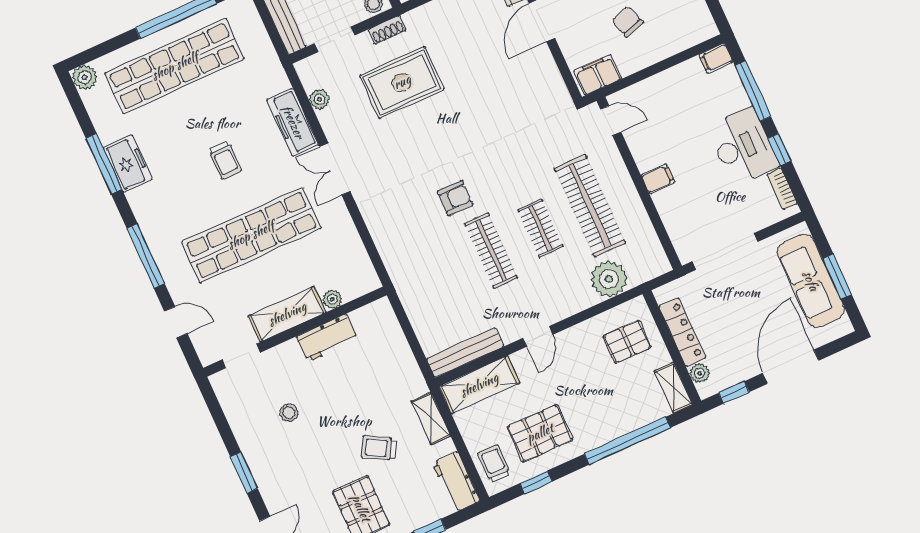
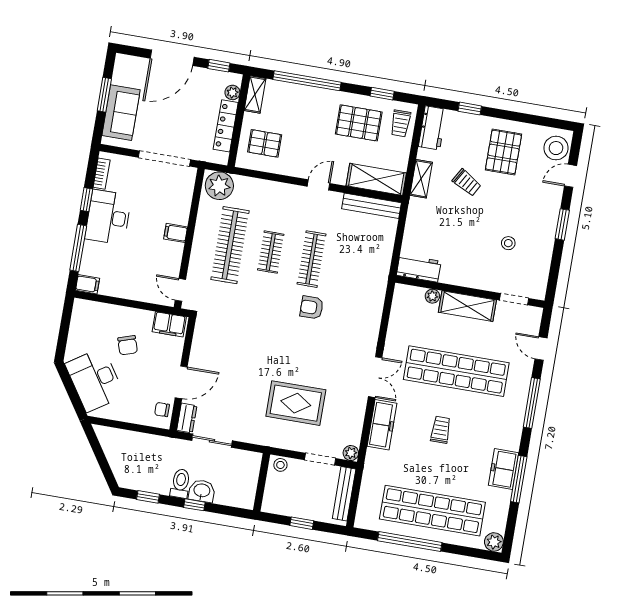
shoe rack: (387, 30) -> (283, 443), removed
plant: (319, 99) -> (351, 453), moved
plant: (609, 279) -> (219, 186), moved
sofa: (811, 281) -> (121, 113), width x0.73
workbench: (327, 338) -> (419, 268), moved

